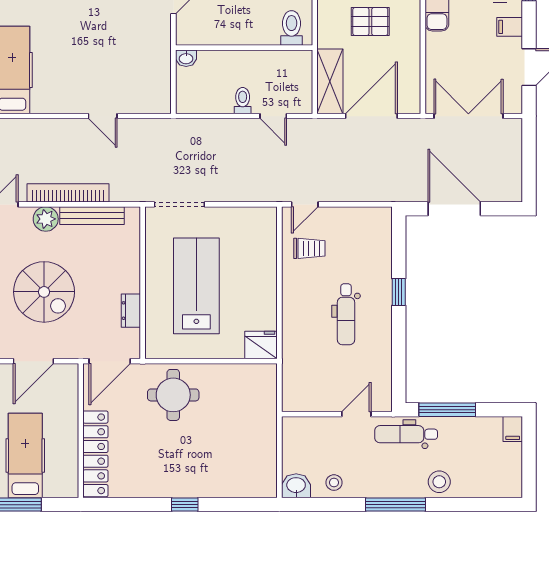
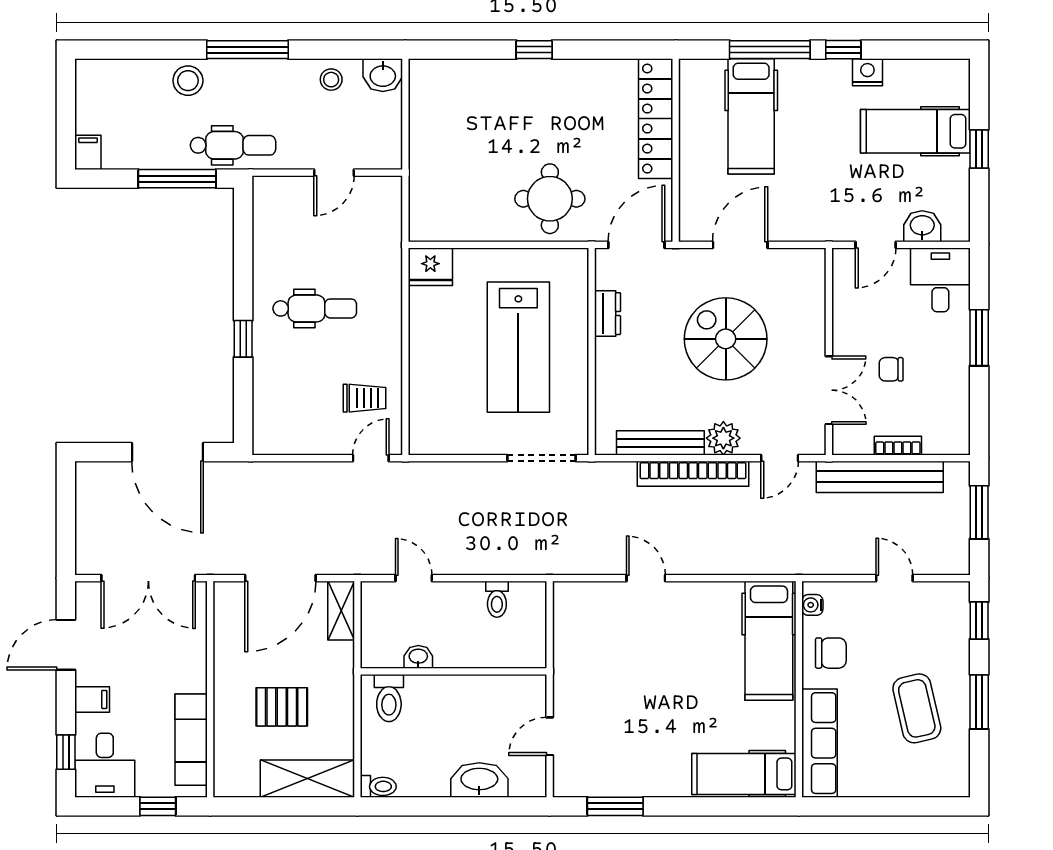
washbasin: (186, 58) -> (418, 657), moved
shelving: (330, 81) -> (341, 611), width x0.67, depth x0.75
toilet: (243, 101) -> (497, 599), moved
trolley: (309, 248) -> (365, 398), turned 180
dental chair: (346, 314) -> (315, 308), turned 90
door: (356, 414) -> (334, 173), moved

